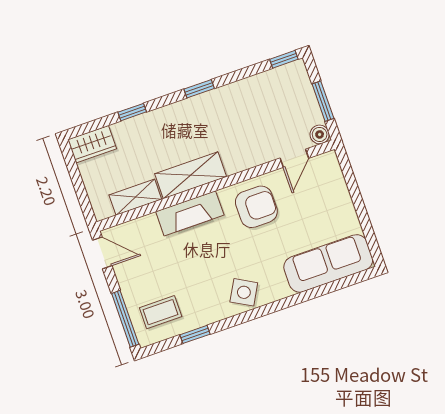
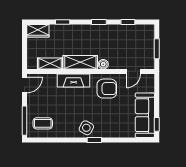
window: (284, 59) -> (128, 22), moved
boiler: (320, 134) -> (103, 64), moved
window: (372, 241) -> (157, 124), added
door: (102, 253) -> (25, 85), hinge flipped
sofa: (328, 263) -> (145, 115), moved, turned -90
window: (195, 334) -> (94, 140), moved

